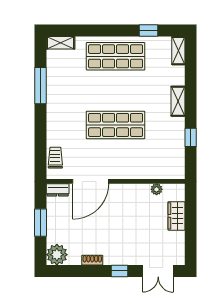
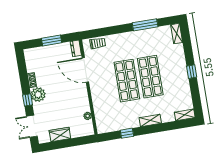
window: (148, 31) -> (192, 72), moved
shop shelf: (116, 56) -> (150, 77), moved
wardrobe: (176, 216) -> (60, 134), moved
plant: (57, 255) -> (38, 95), moved

